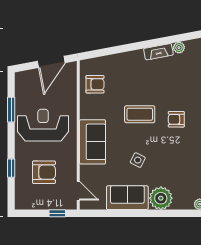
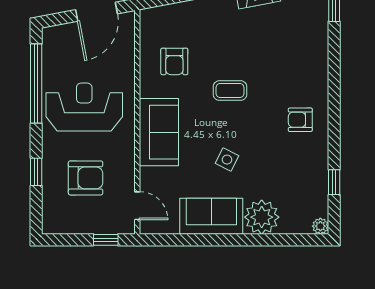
armchair: (95, 84) -> (174, 61), moved, turned 90
window: (11, 110) -> (36, 84), width x2.11
coffee table: (140, 114) -> (230, 91), width x0.73, depth x0.77
armchair: (176, 119) -> (300, 120), moved

